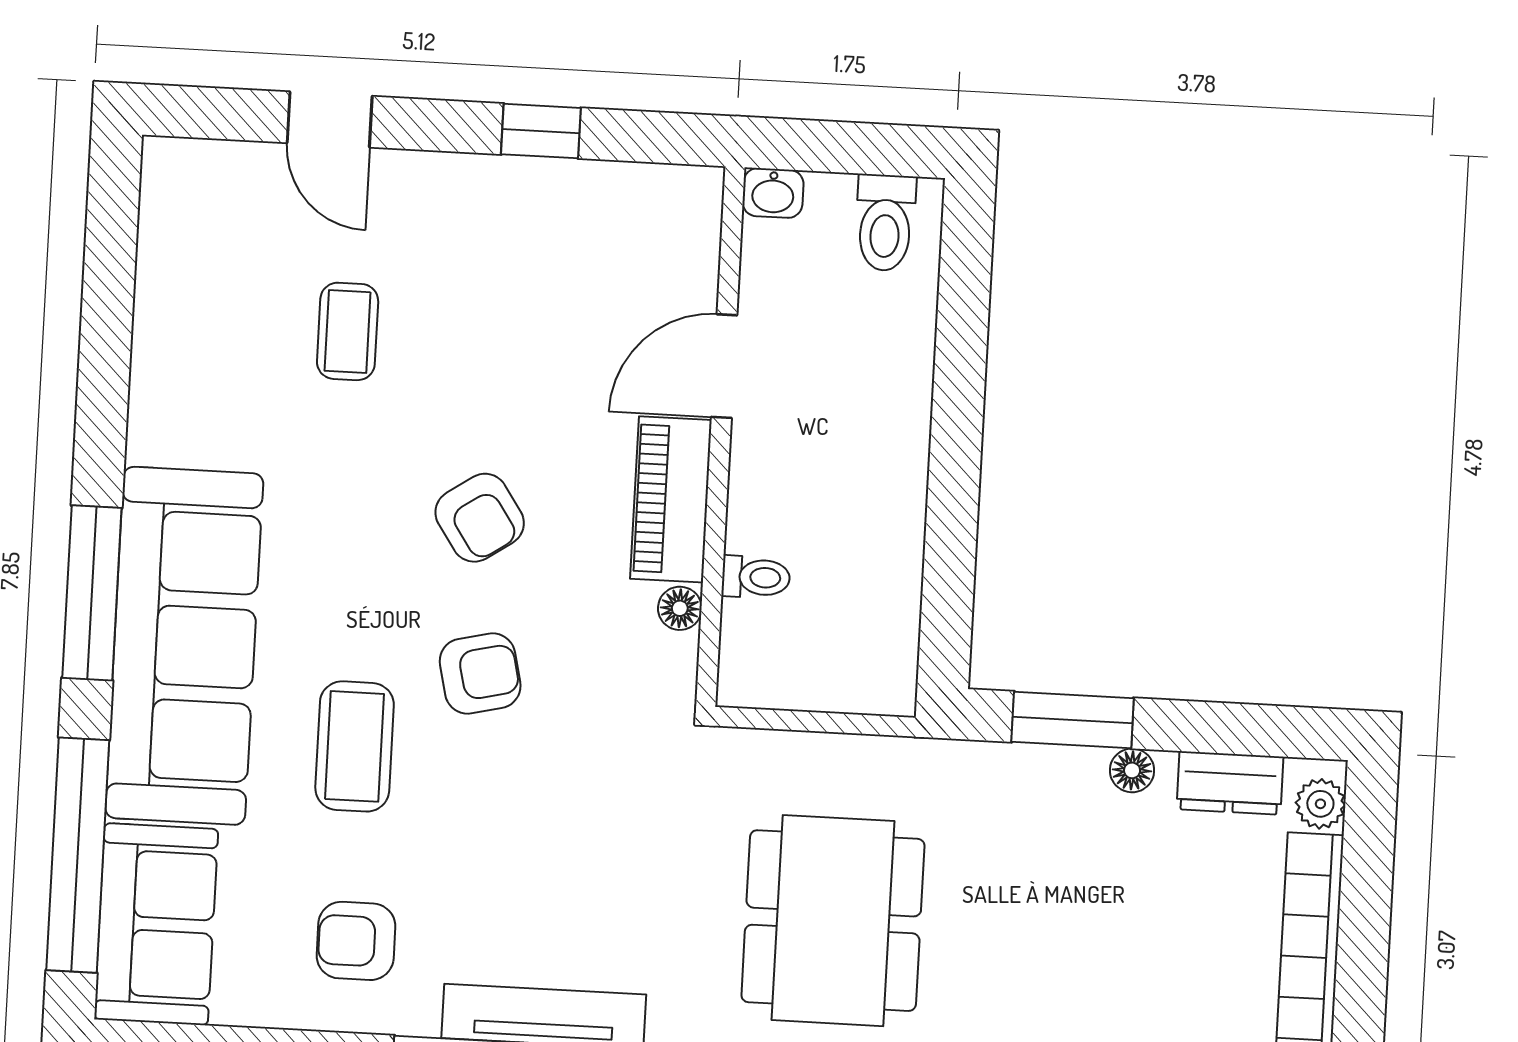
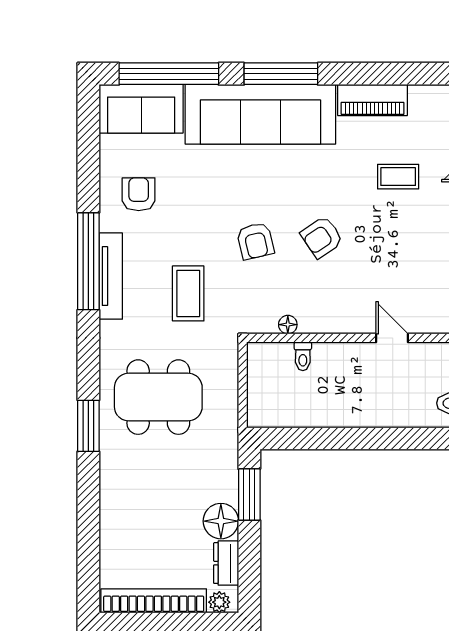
door: (724, 366) -> (392, 338), width x0.73
piano: (671, 499) -> (372, 100), moved, turned 180
coffee table: (355, 746) -> (188, 293), moved, turned 90
floor lamp: (1132, 770) -> (221, 521), width x1.89, depth x1.89

